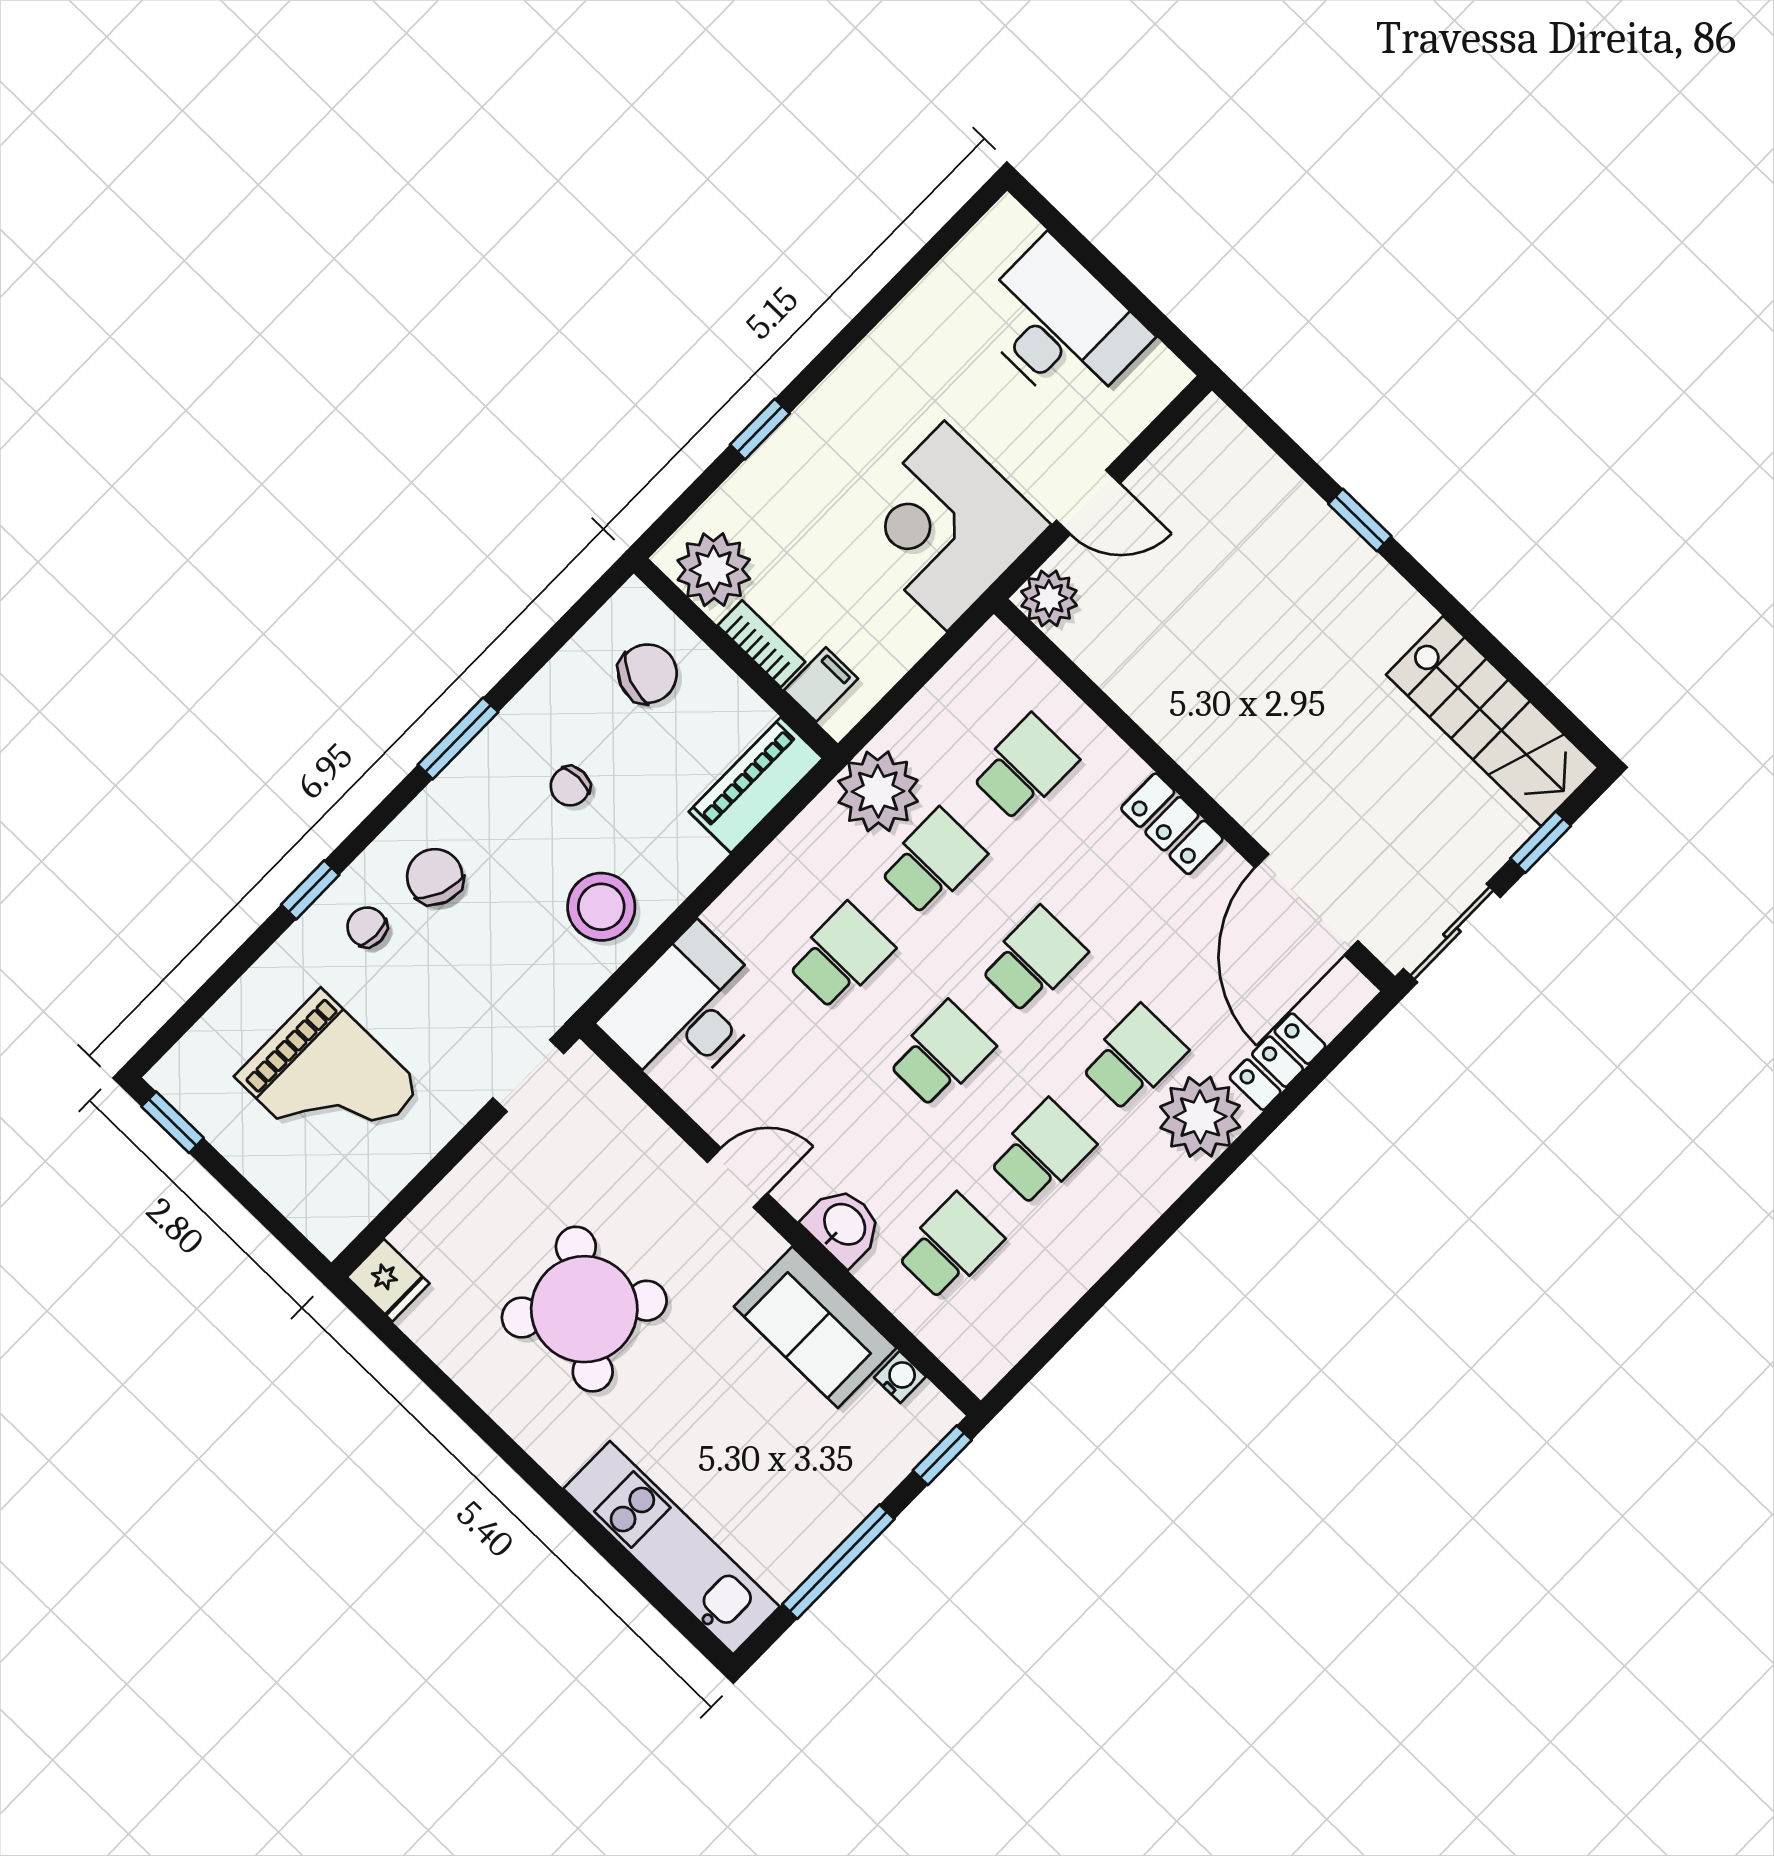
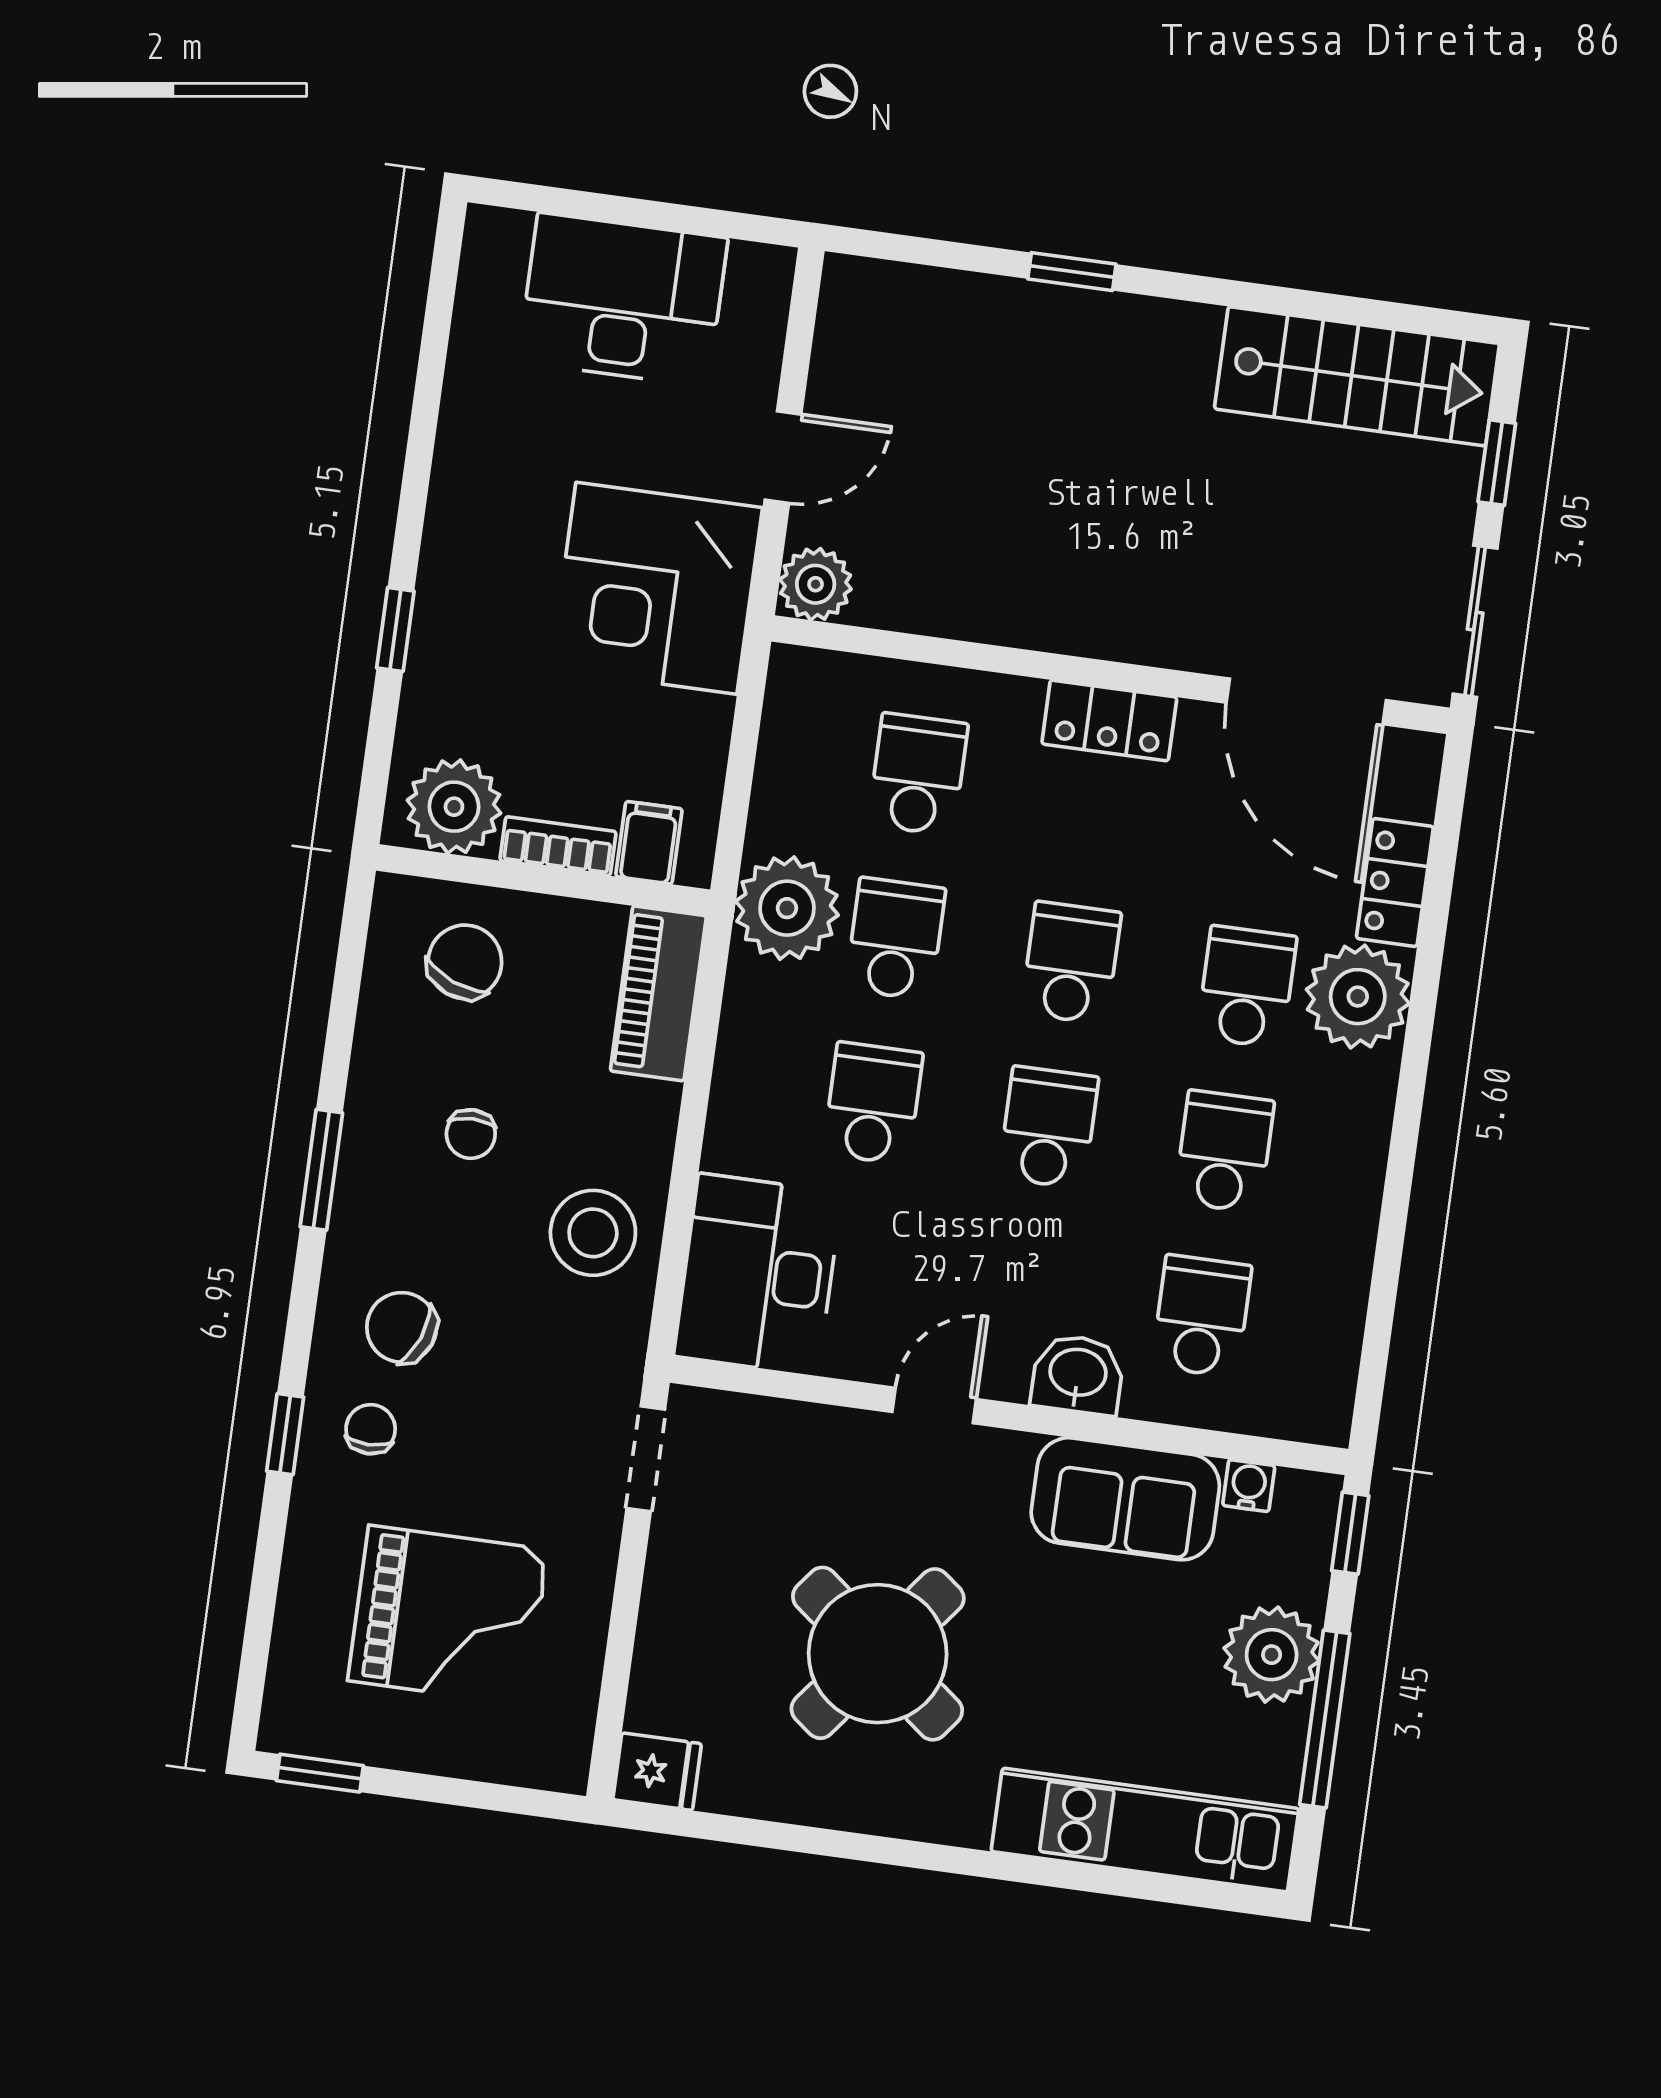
chair: (367, 927) -> (371, 1429), turned 90
plant: (835, 1496) -> (1272, 1655), added

